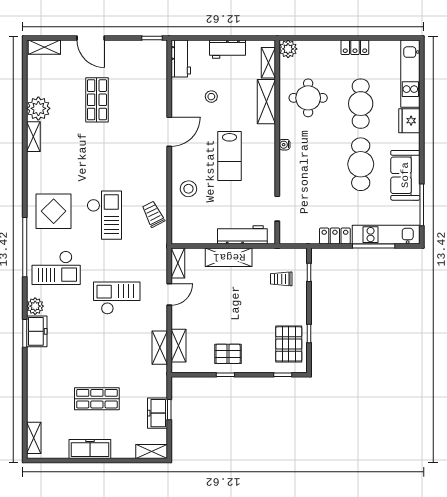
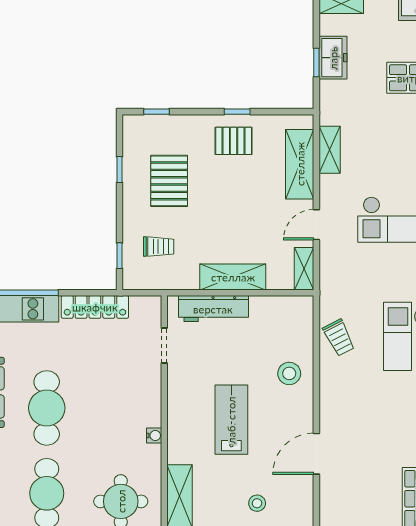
locker: (335, 236) -> (95, 307), width x1.53
pallet: (289, 344) -> (169, 181), moved
shelving: (179, 346) -> (300, 164), width x1.50, depth x1.33

